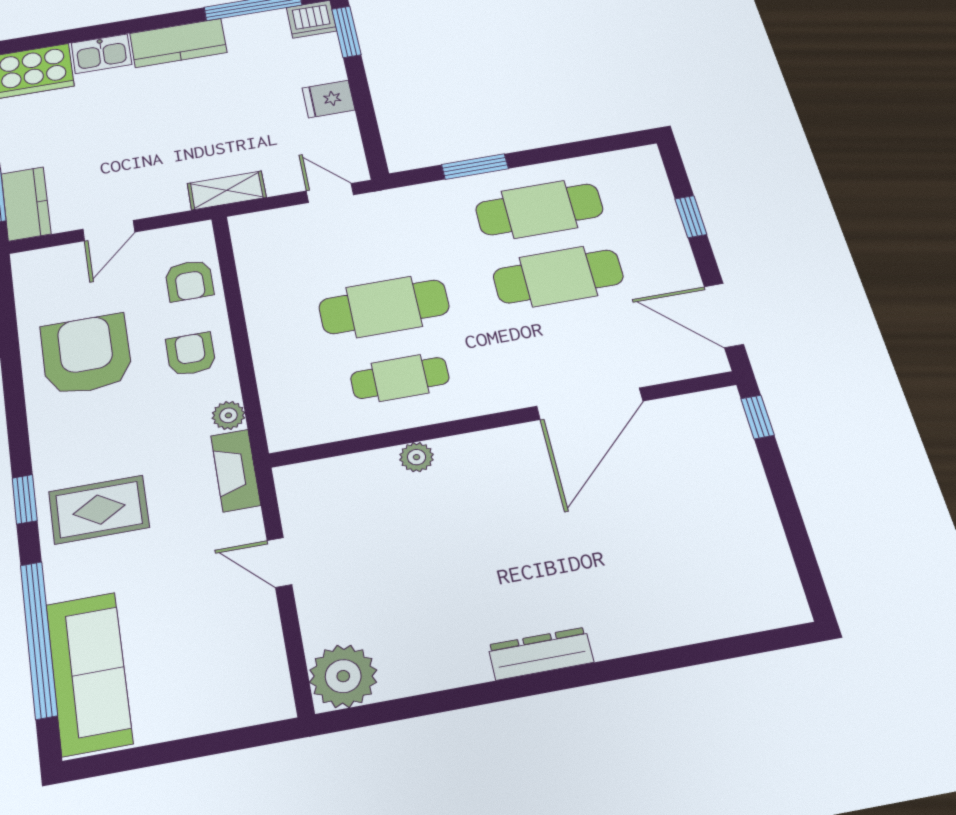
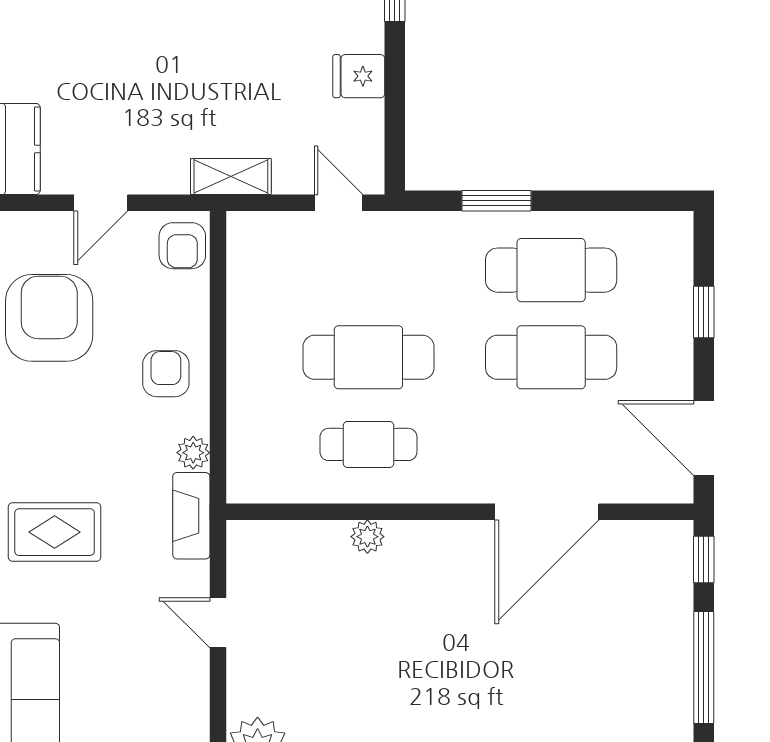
armchair: (189, 281) -> (182, 246), moved
armchair: (86, 355) -> (49, 318), moved
window: (790, 513) -> (704, 667), added

